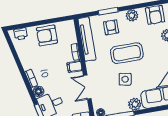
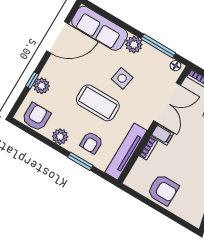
printer: (21, 34) -> (188, 214), removed
double door: (87, 87) -> (167, 103), width x1.37

